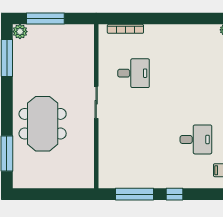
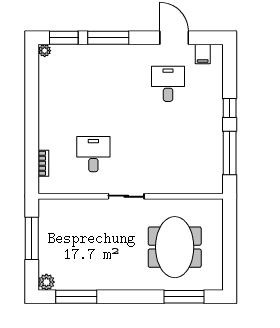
window: (45, 18) -> (32, 238), moved
bookcase: (125, 29) -> (43, 163), width x0.64
meeting table: (43, 124) -> (175, 247), moved, turned 90

